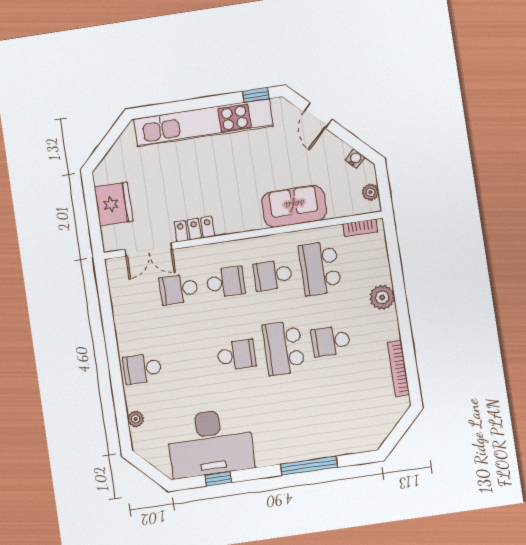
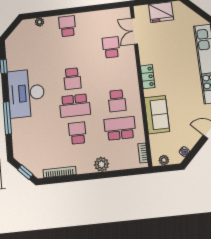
locker: (194, 229) -> (148, 77), moved
school desk: (273, 275) -> (117, 101), turned 180
school desk: (226, 282) -> (114, 74), removed
school desk: (283, 348) -> (75, 106), turned 180
window: (401, 428) -> (25, 172), added
desk: (210, 443) -> (26, 93), moved

